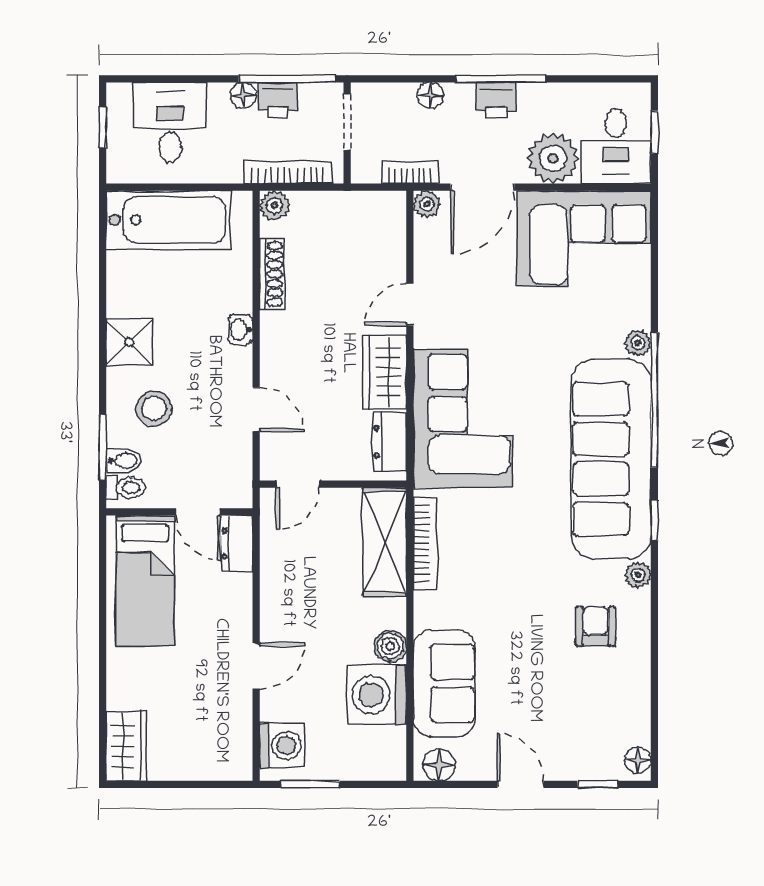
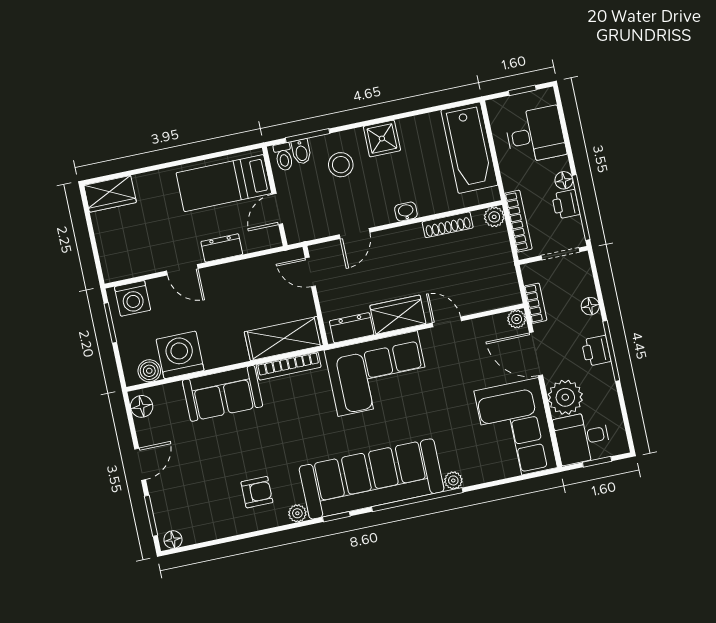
dresser: (237, 543) -> (222, 248), moved
boiler: (390, 646) -> (149, 371), moved
sofa: (444, 683) -> (222, 393), moved
window: (598, 784) -> (151, 516), width x1.50

